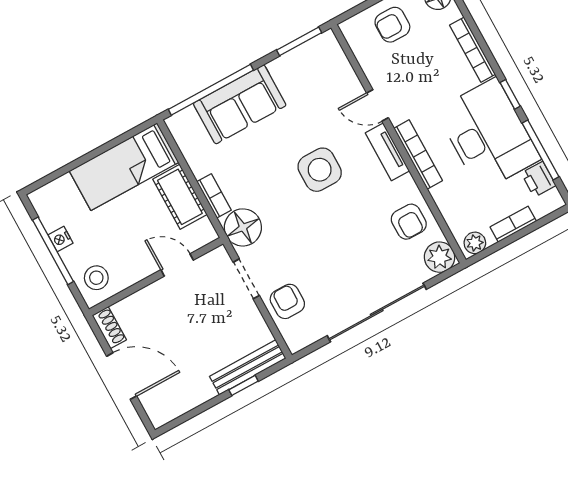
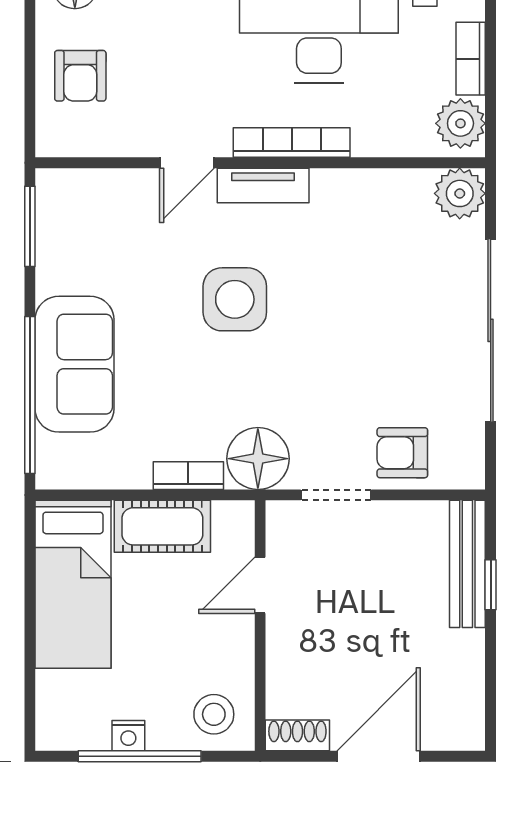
armchair: (409, 222) -> (383, 210), removed
plant: (475, 243) -> (460, 123), width x1.38, depth x1.38

